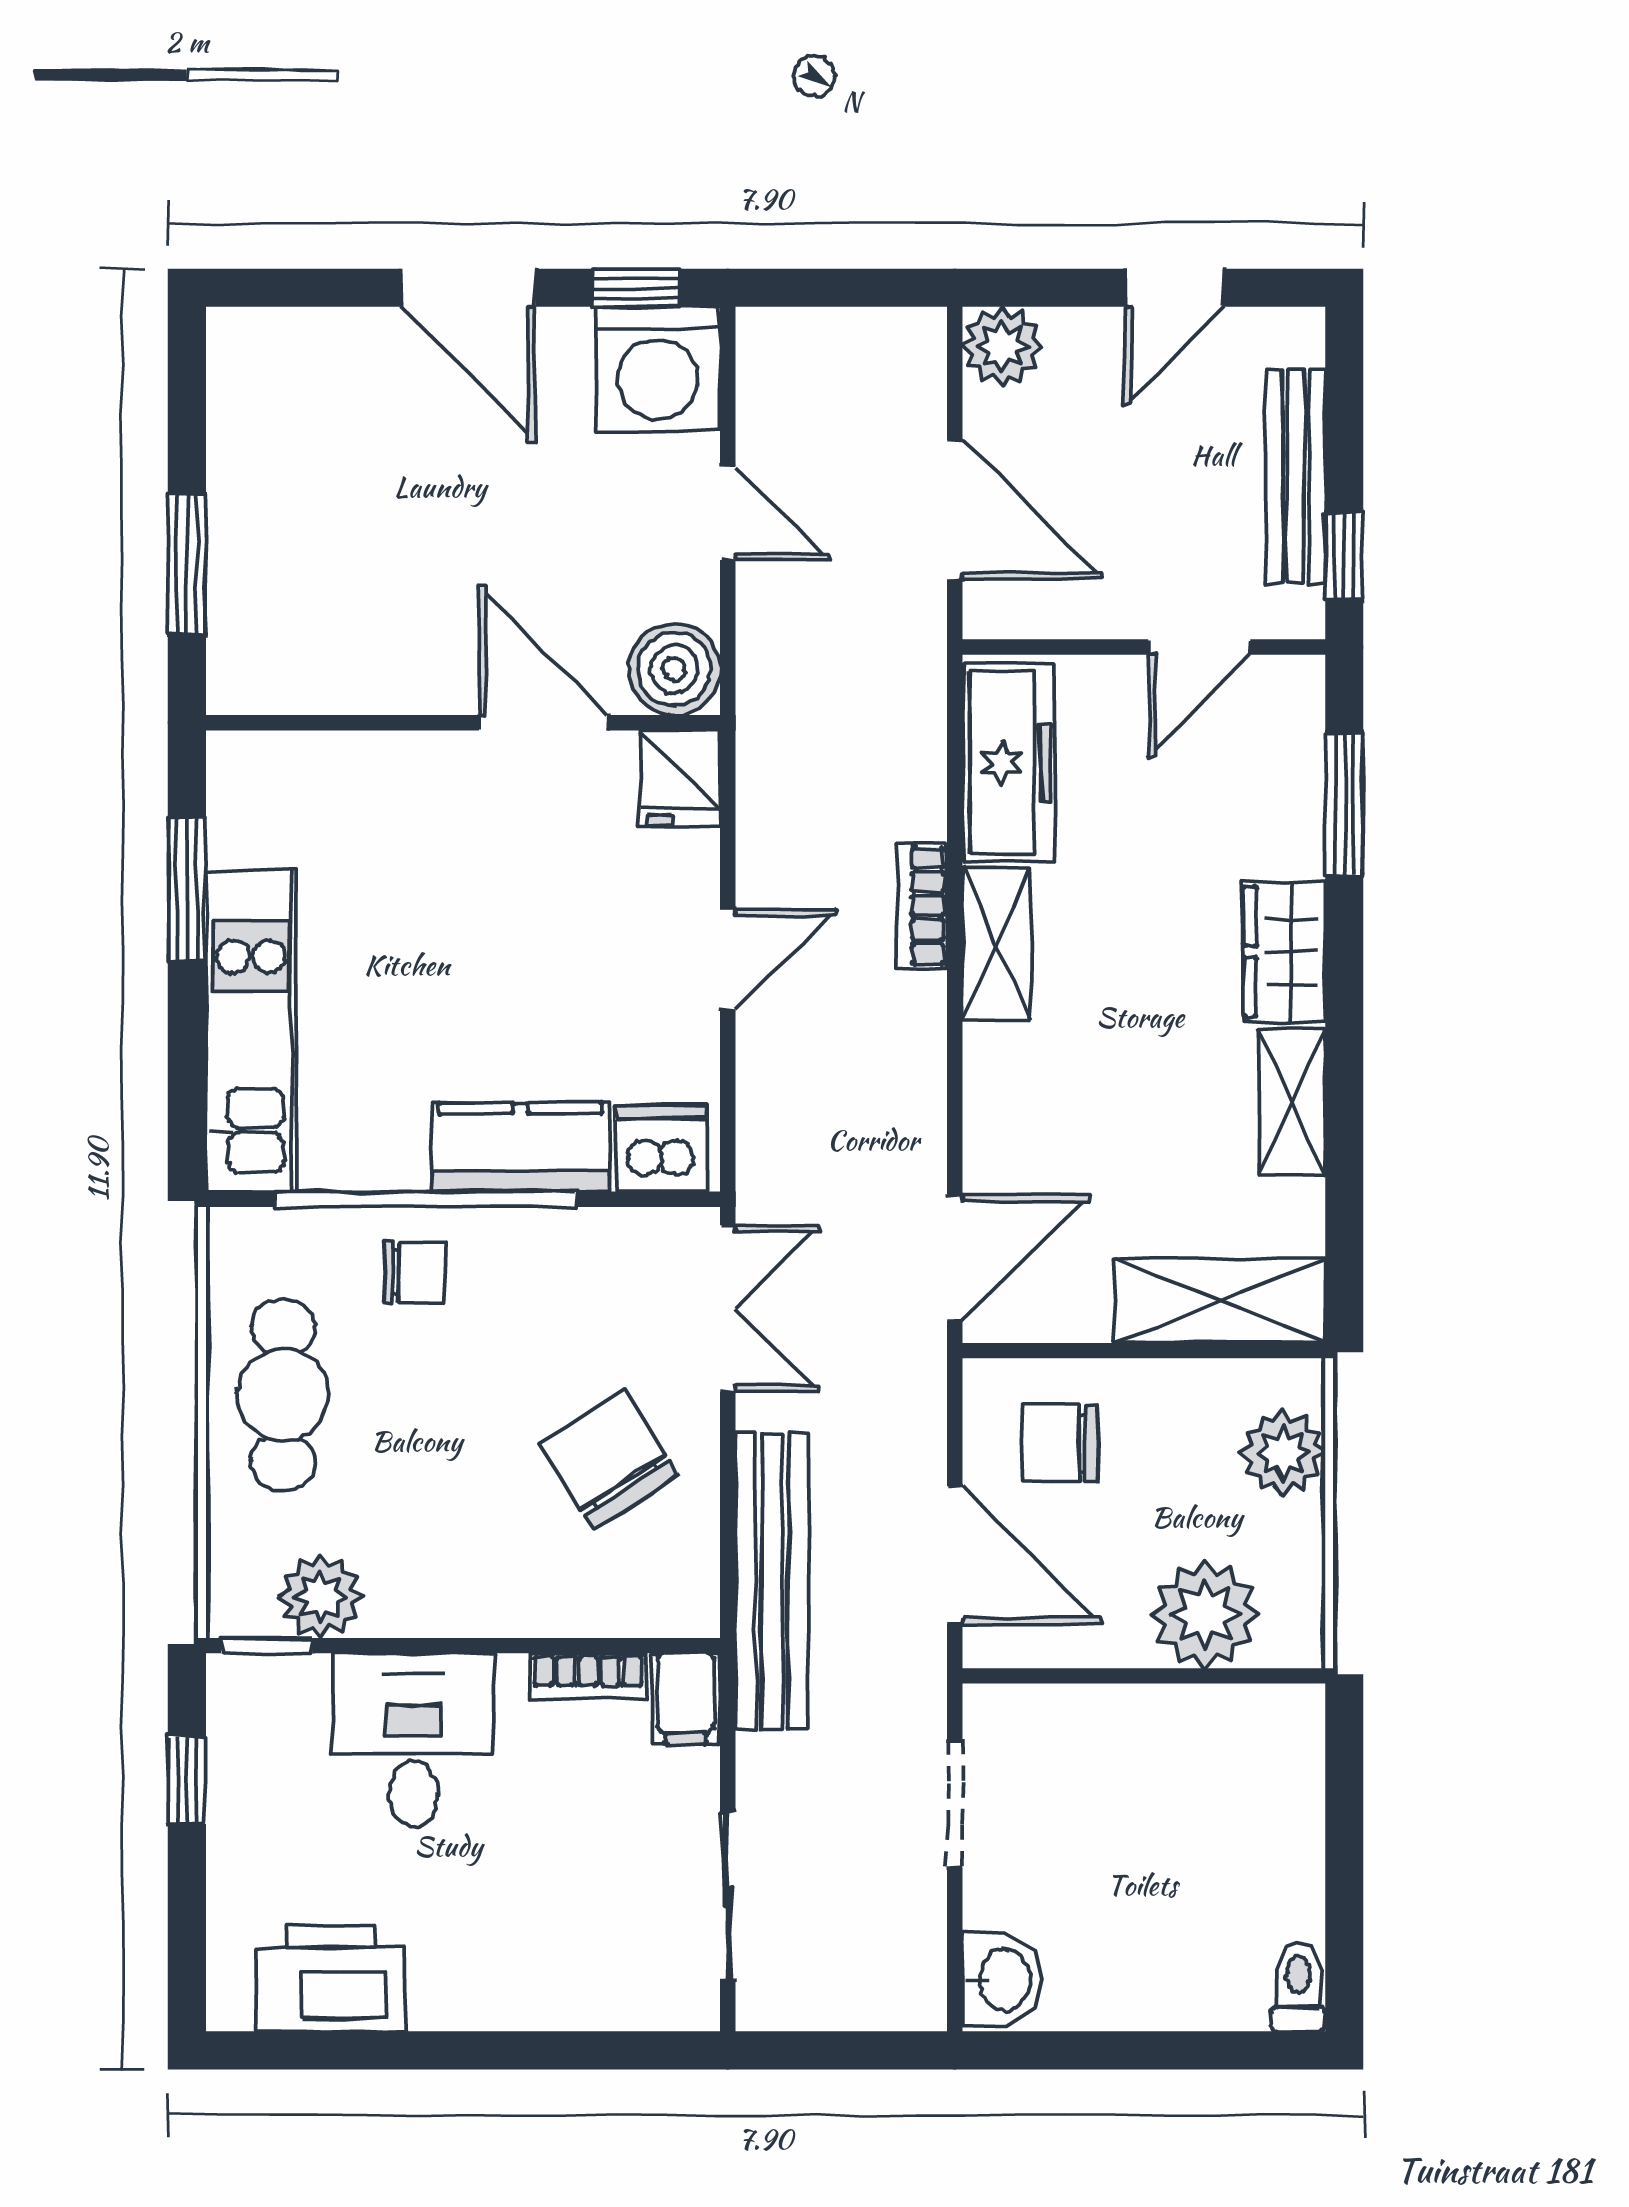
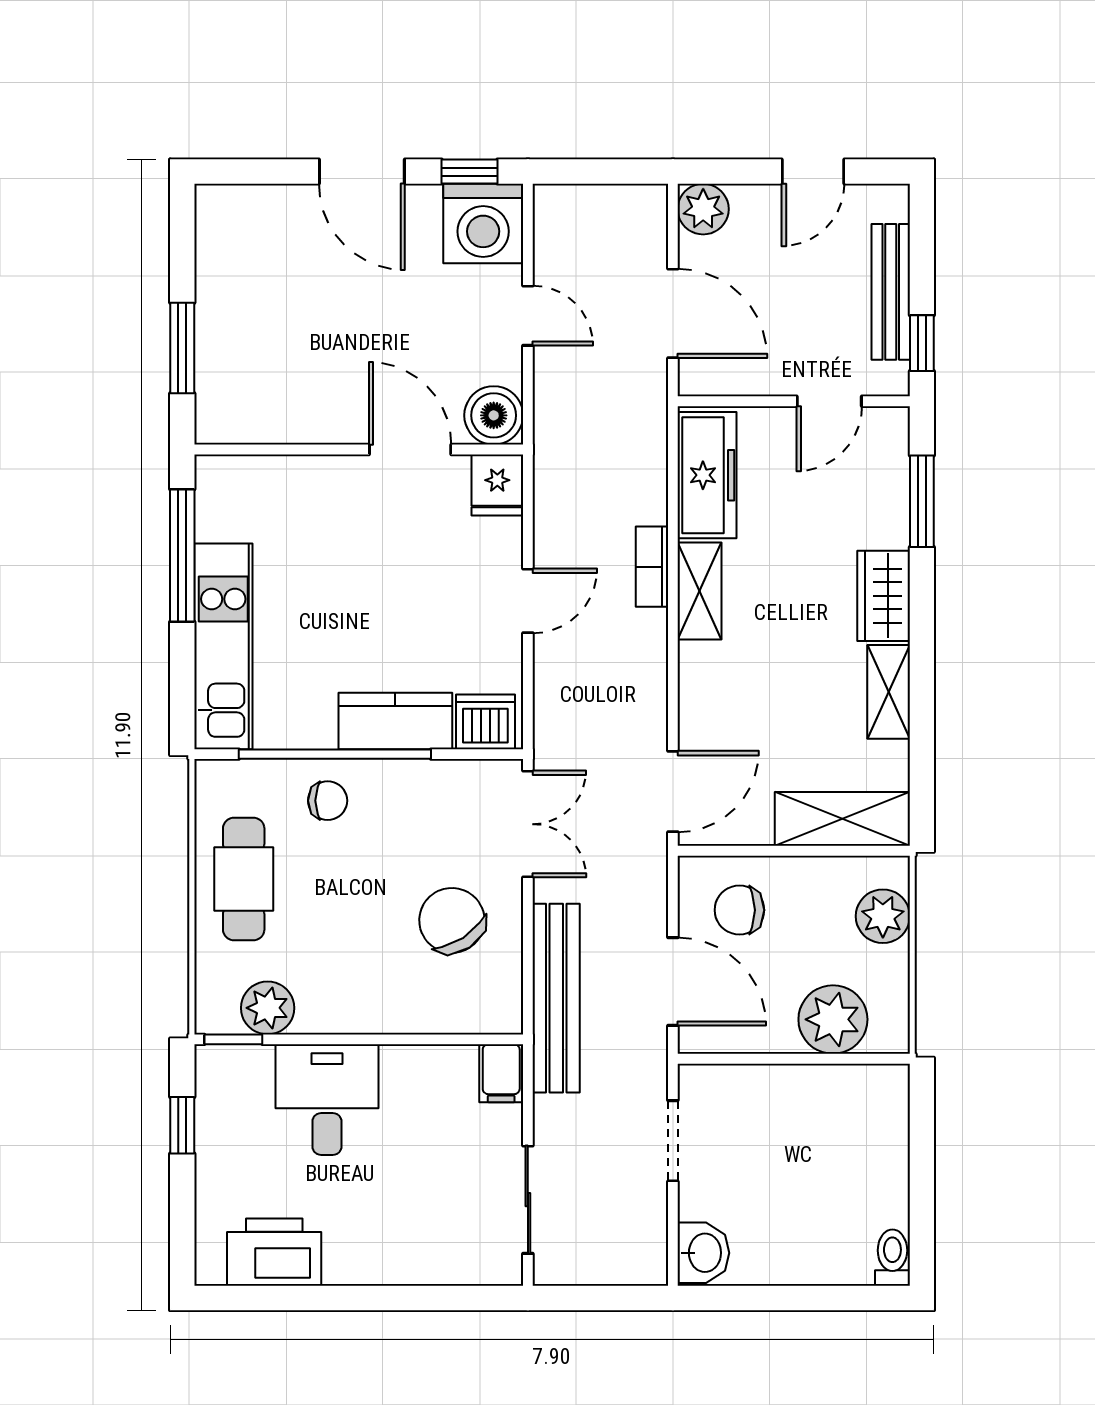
window: (187, 889) -> (182, 556), width x1.44
bookcase: (588, 1676) -> (439, 1059), removed

